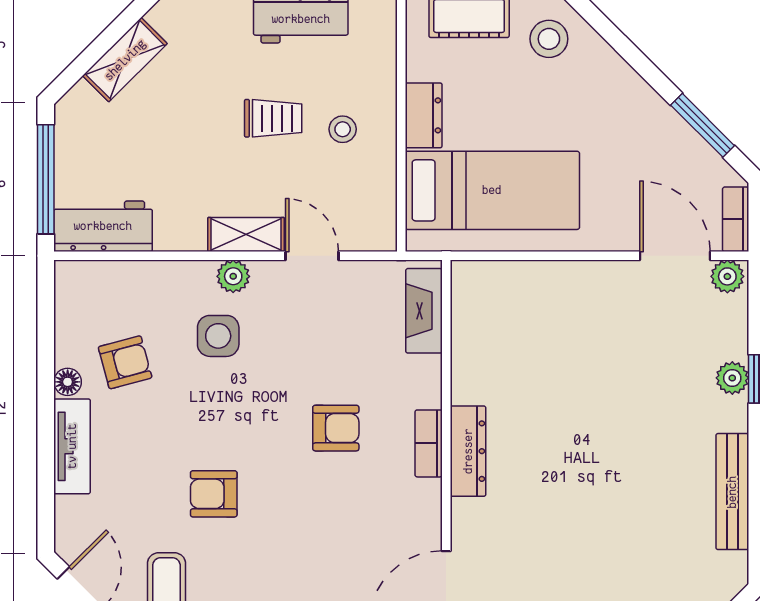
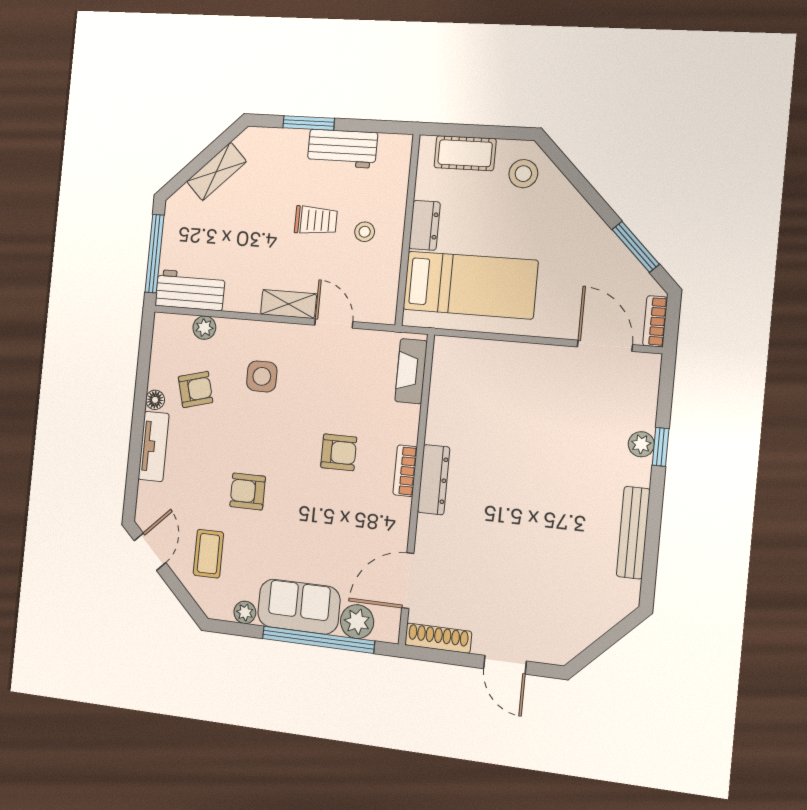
plant: (233, 276) -> (204, 328), moved
plant: (727, 276) -> (645, 365), removed

